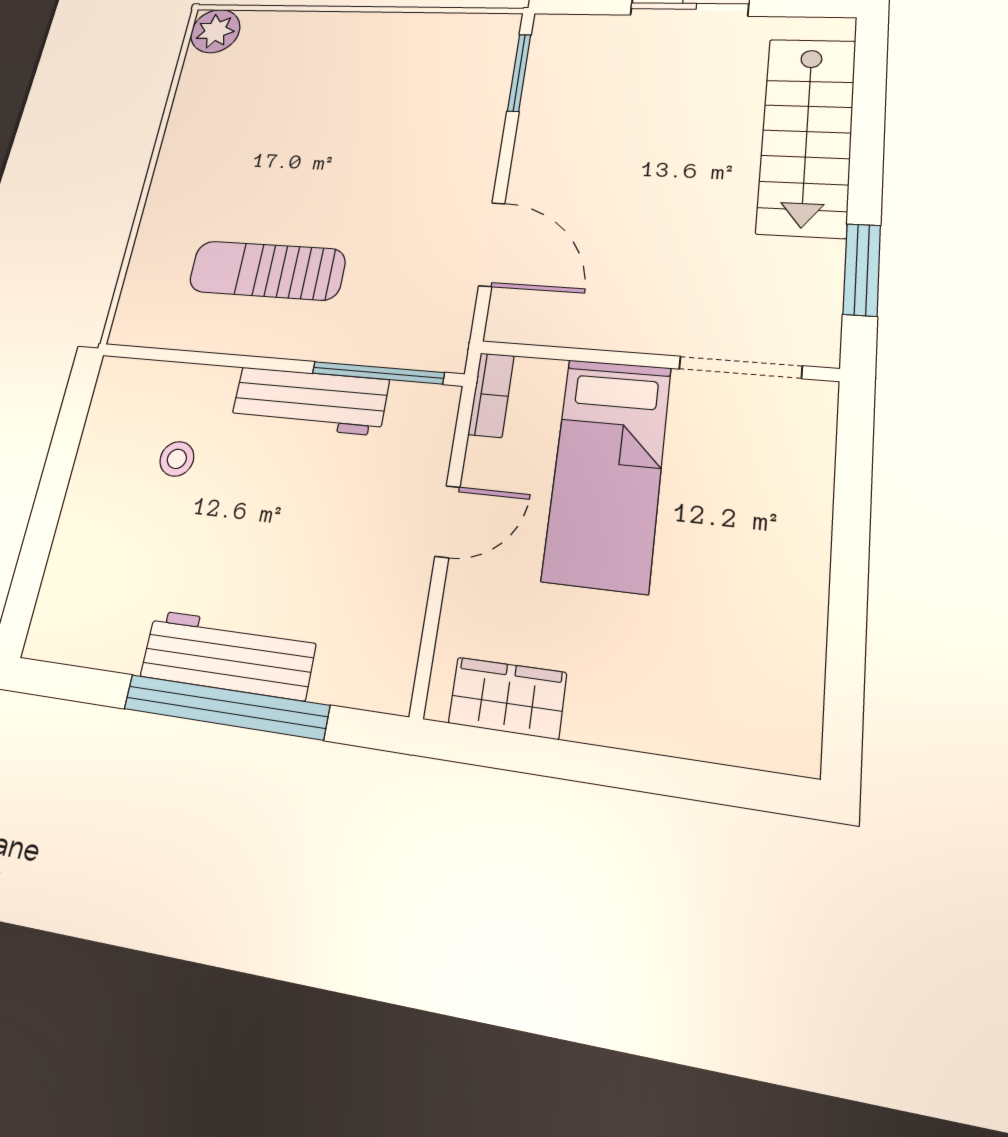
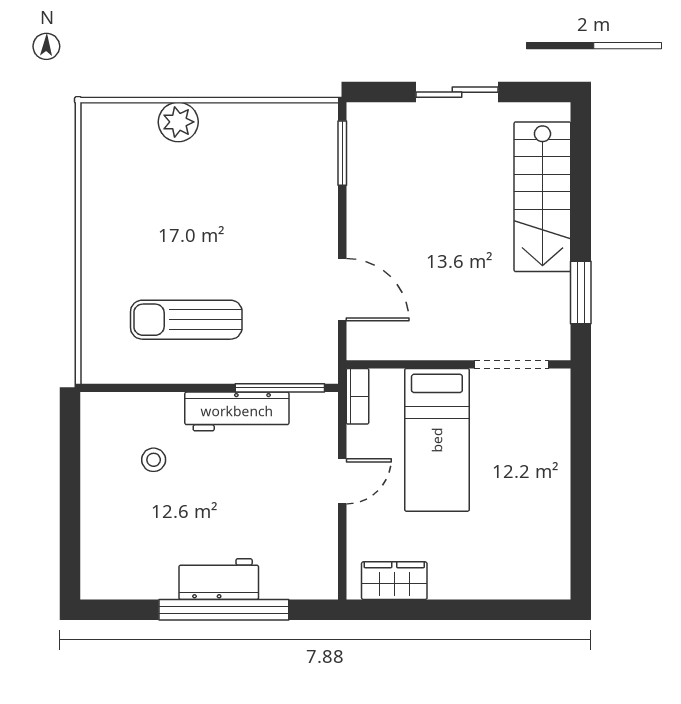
plant: (215, 31) -> (178, 122), moved
workbench: (229, 655) -> (219, 579), width x0.73

